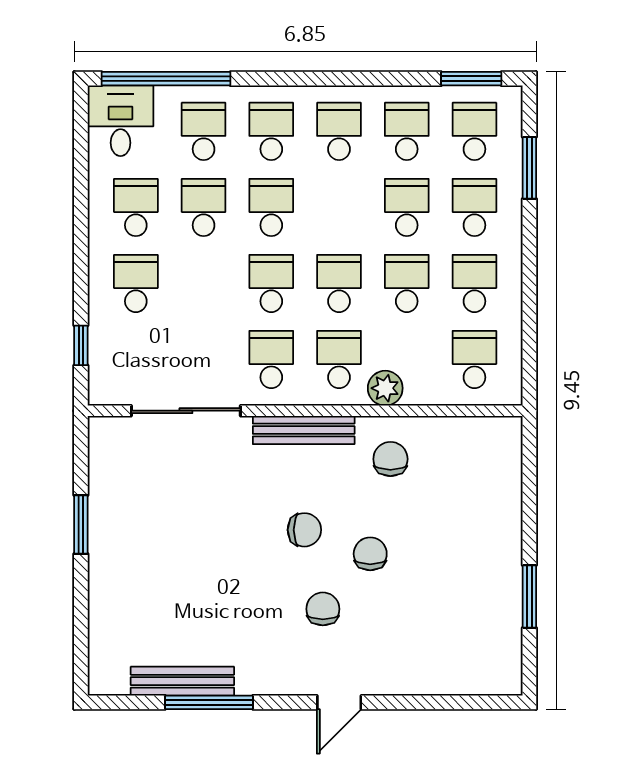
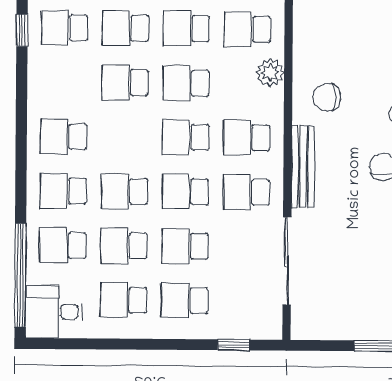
window: (471, 79) -> (22, 30), width x0.67
school desk: (407, 131) -> (185, 246), moved
plant: (385, 388) -> (270, 73), moved

